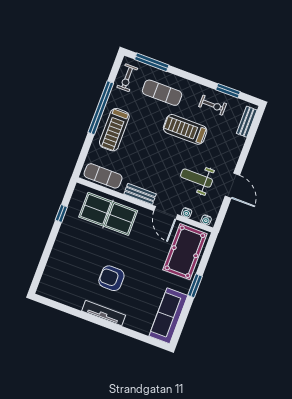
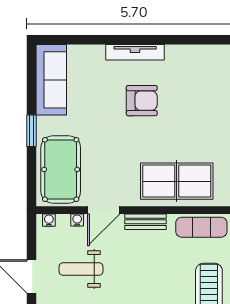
weight bench: (197, 178) -> (81, 269), turned 180
door: (166, 213) -> (104, 210), swing flipped

